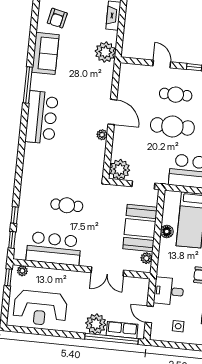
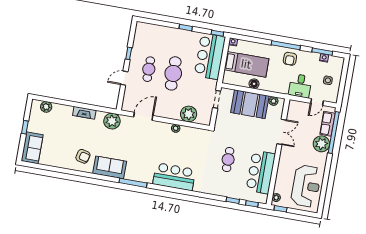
door: (112, 112) -> (143, 116), moved
bar counter: (42, 117) -> (174, 177), moved
plant: (120, 169) -> (189, 114), moved

